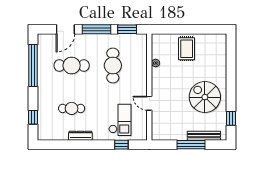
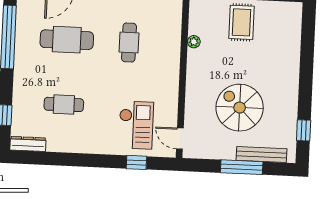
cafe table: (113, 65) -> (129, 42), width x0.73, depth x0.74
spiral stairs: (205, 97) -> (240, 108), moved
door: (149, 103) -> (180, 139), moved
dresser: (80, 136) -> (28, 144), moved

